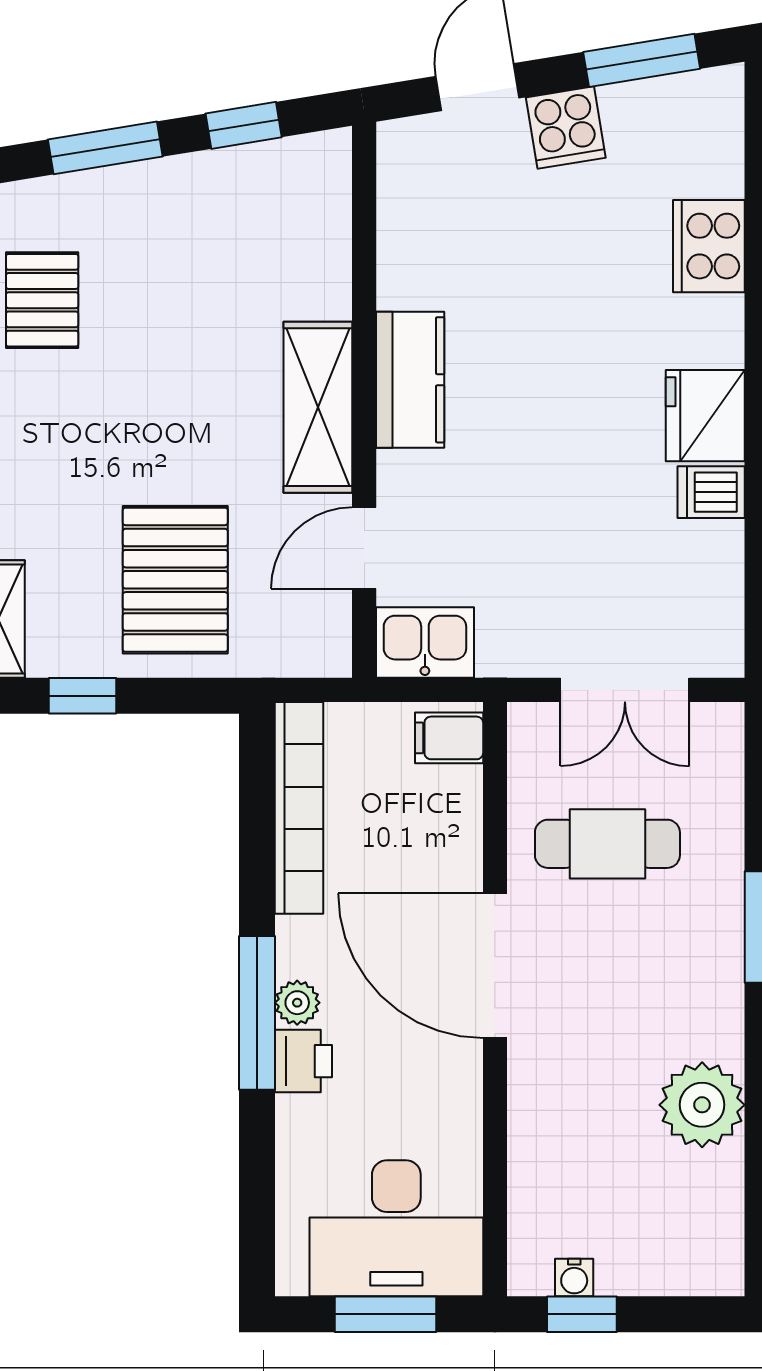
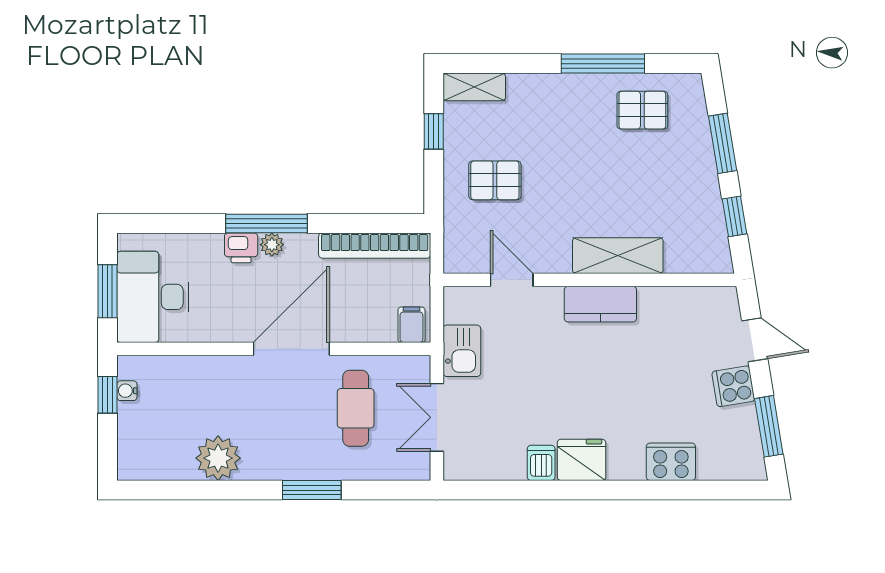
shelving: (318, 407) -> (618, 256), moved
pallet: (175, 580) -> (495, 180), width x0.67, depth x0.71
kitchen sink: (425, 642) -> (462, 351), moved

